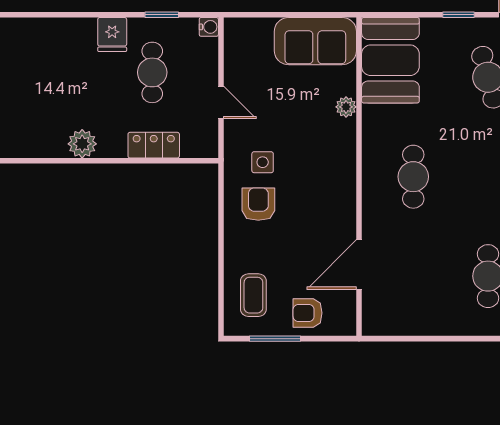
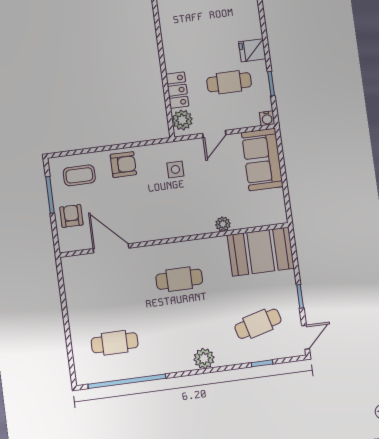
sofa: (315, 41) -> (262, 159), moved
plant: (82, 144) -> (182, 120), moved
armchair: (258, 204) -> (123, 165), moved

